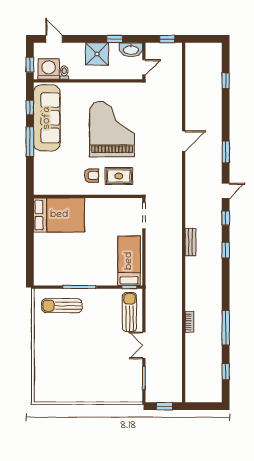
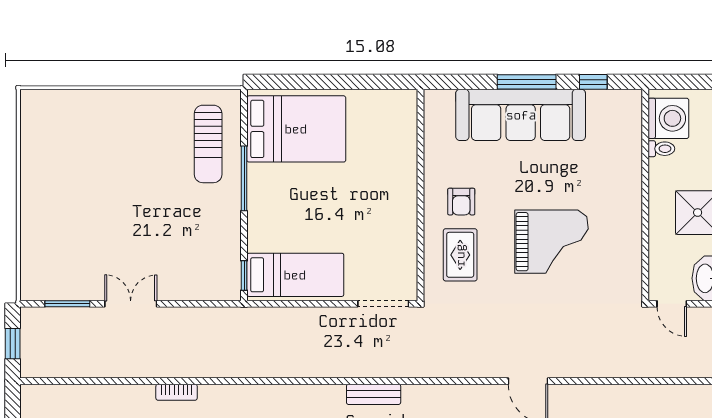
window: (30, 65) -> (677, 82), removed
sofa: (47, 118) -> (521, 115), moved
grand piano: (112, 129) -> (551, 242), width x0.73, depth x0.68
bed: (59, 215) -> (296, 129), moved, turned -90
bench: (191, 242) -> (374, 394), moved
sun lounger: (62, 306) -> (208, 144), turned 180
sun lounger: (129, 312) -> (196, 275), removed

